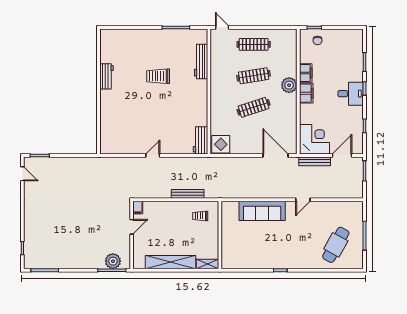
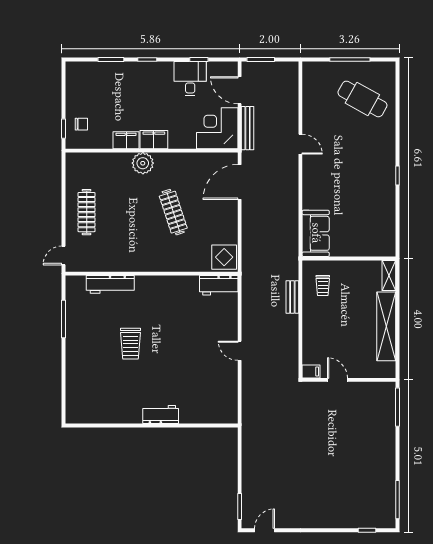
workbench: (106, 76) -> (161, 414), moved
clothes rail: (254, 76) -> (130, 212), removed
desk: (351, 94) -> (190, 79), moved
bench: (188, 194) -> (292, 297), width x0.73
sofa: (262, 211) -> (316, 233), moved, width x0.73
plant: (113, 261) -> (385, 406), removed

